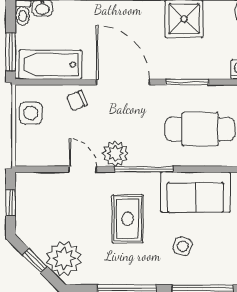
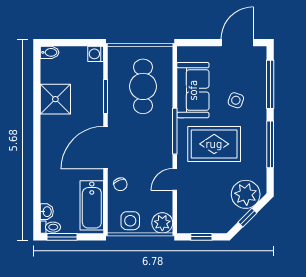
window: (11, 52) -> (62, 237), moved
plant: (115, 153) -> (162, 223), moved
rug: (128, 219) -> (214, 144), width x1.36, depth x1.43

